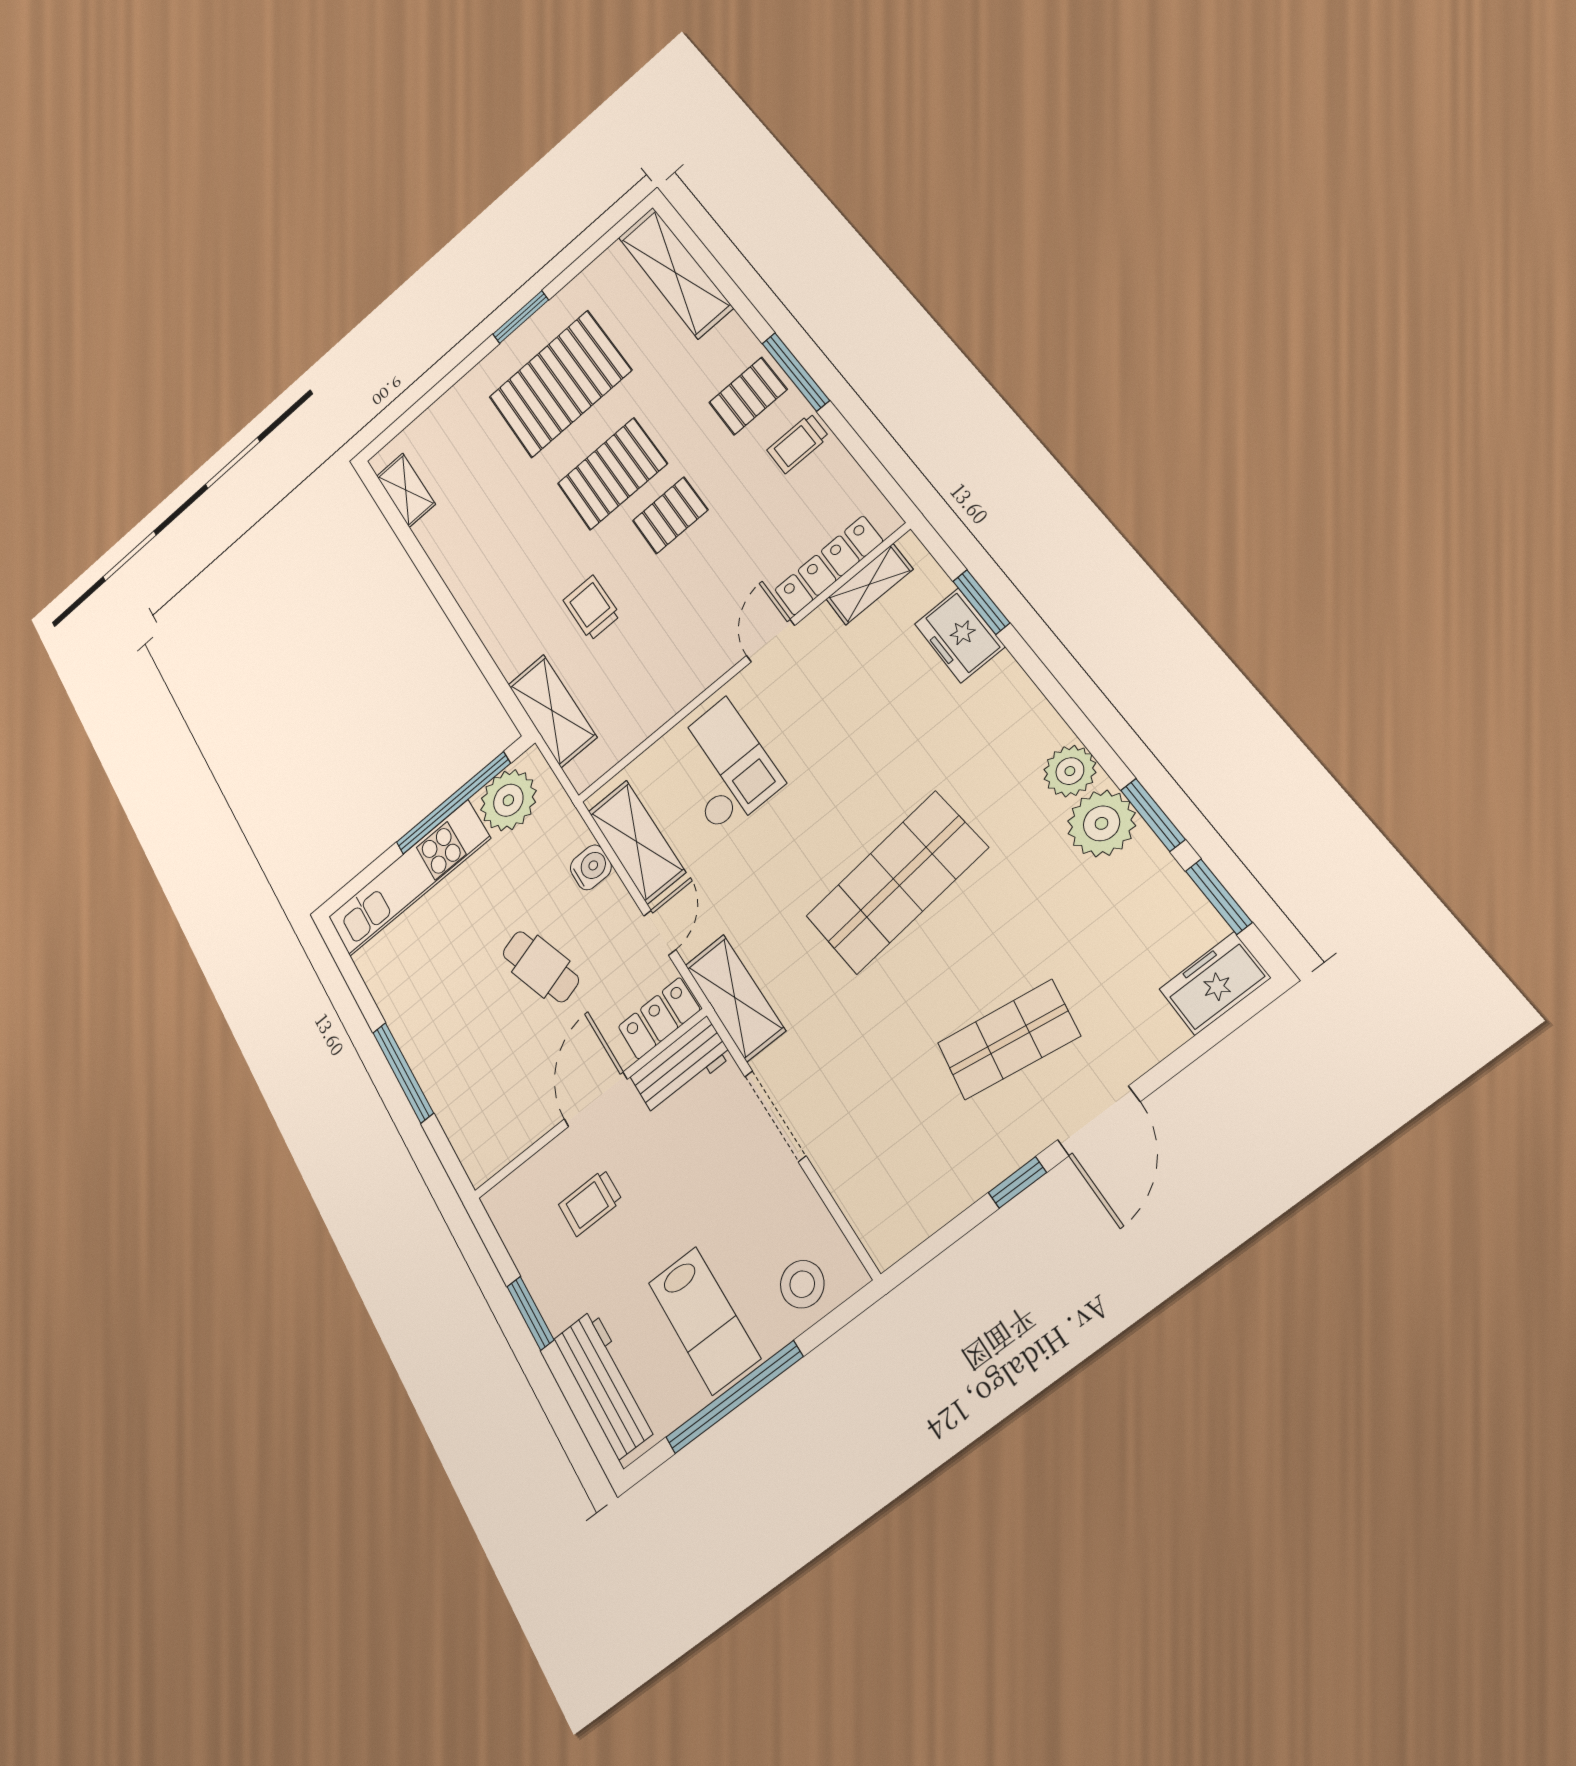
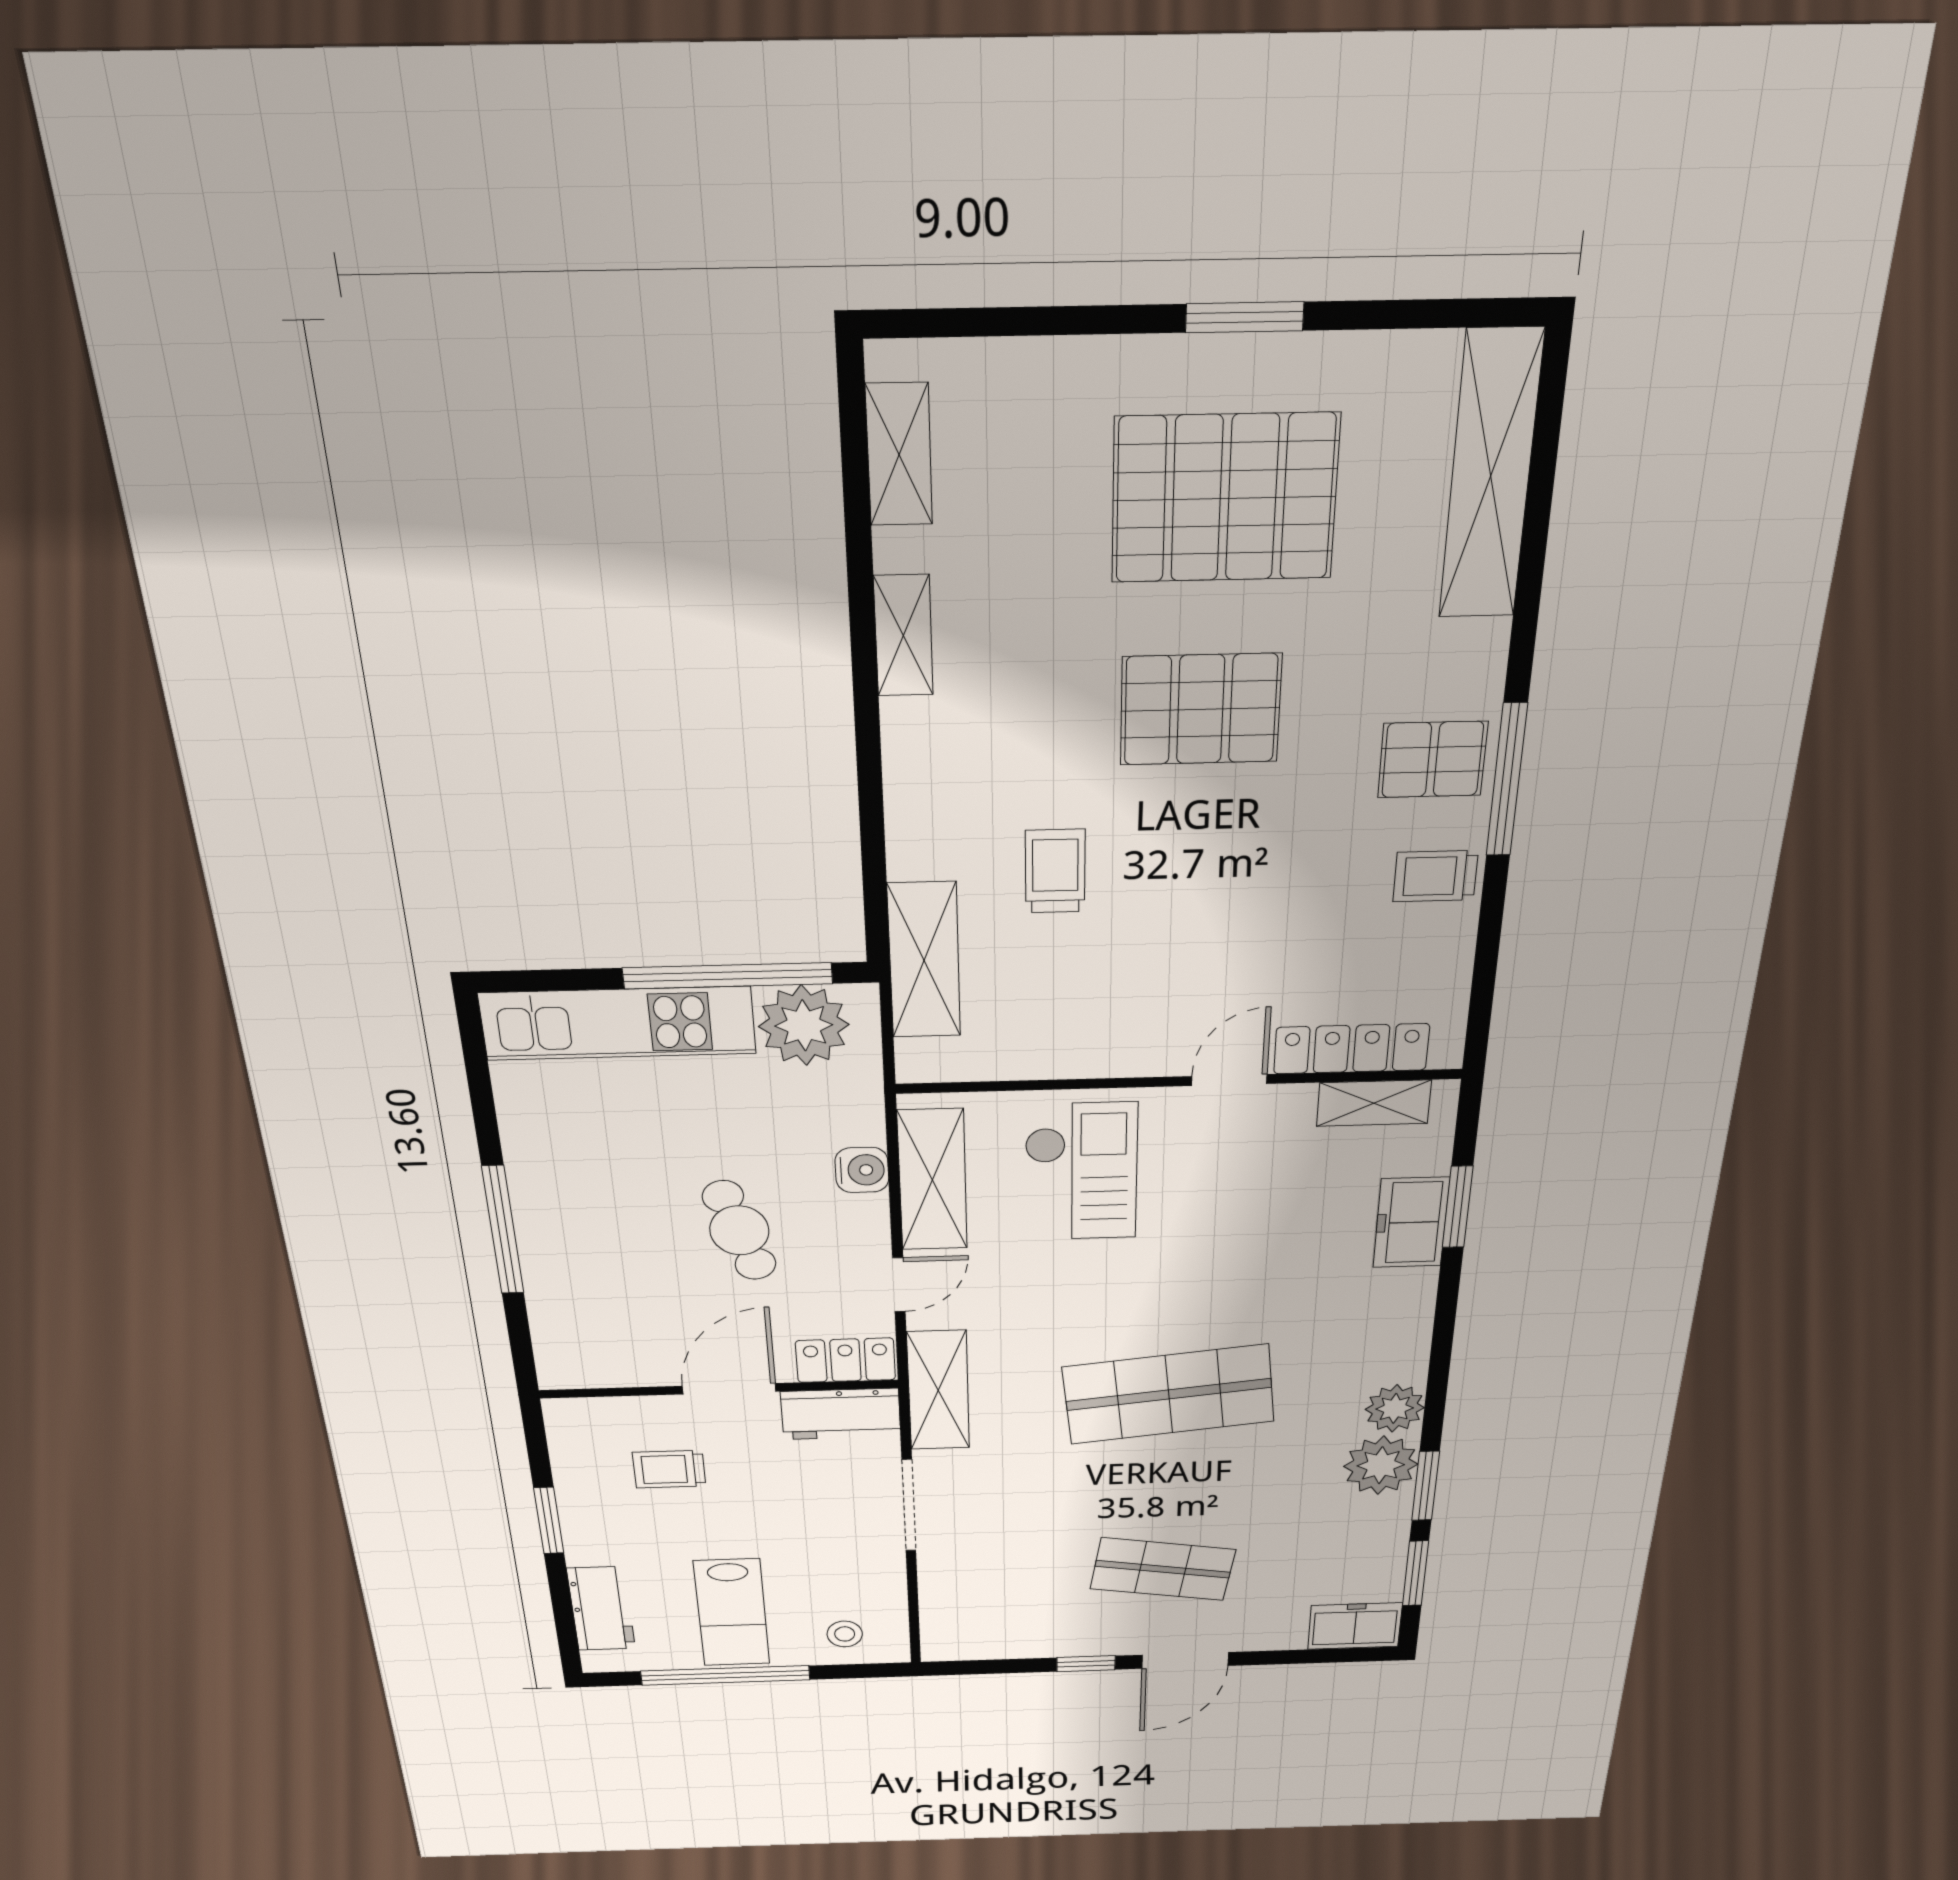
pallet: (670, 515) -> (1230, 834), removed
shelving: (450, 561) -> (903, 636), added
stool: (802, 1284) -> (845, 1634), width x0.73, depth x0.73
workbench: (606, 1383) -> (601, 1609), width x0.73

